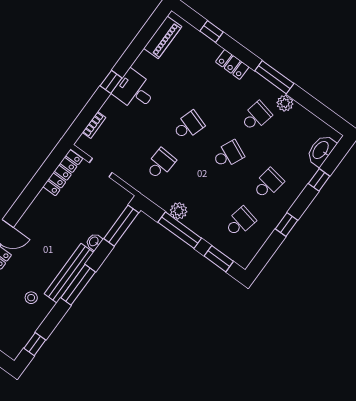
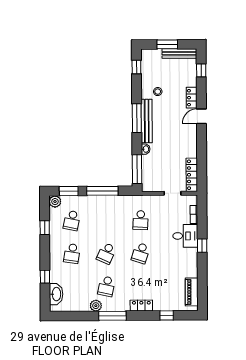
desk: (134, 91) -> (185, 236), moved
plant: (179, 211) -> (55, 202), moved
window: (286, 225) -> (45, 228), moved

